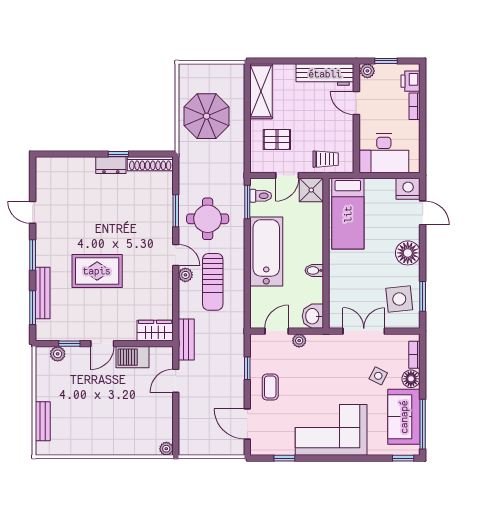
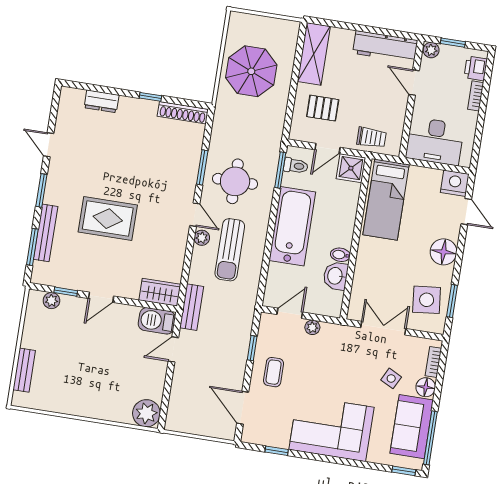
dresser: (111, 165) -> (102, 101), moved
washbasin: (313, 316) -> (336, 276), moved
barbecue: (133, 357) -> (157, 321), moved
plant: (166, 449) -> (146, 413), width x1.88, depth x1.88

